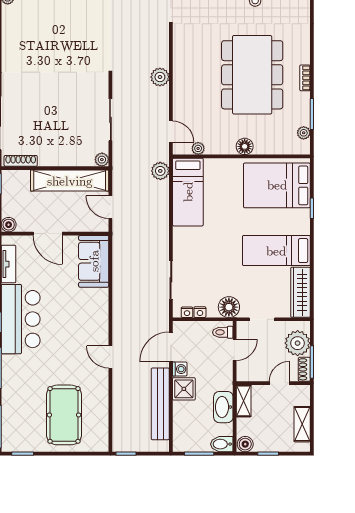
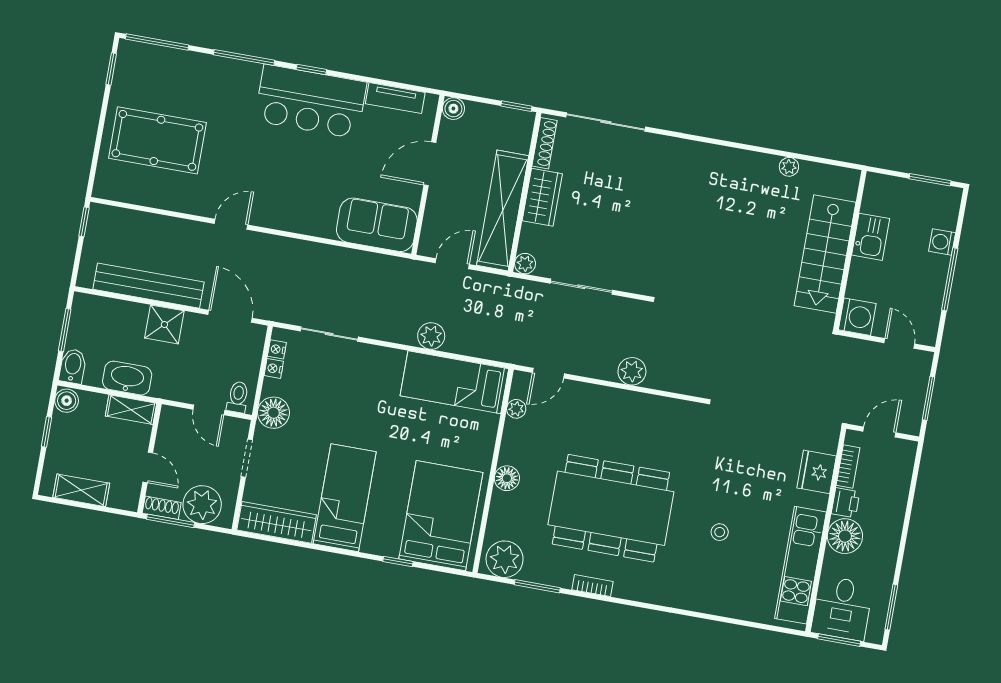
plant: (304, 133) -> (505, 559), width x1.88, depth x1.88
wardrobe: (56, 156) -> (542, 197), added
plant: (160, 171) -> (431, 336), moved
washing machine: (180, 369) -> (195, 324), removed

